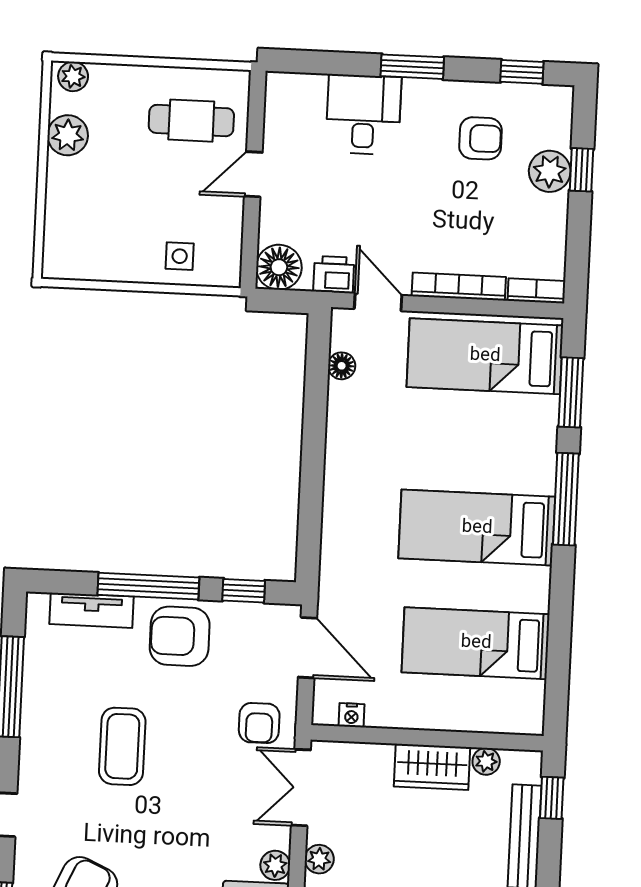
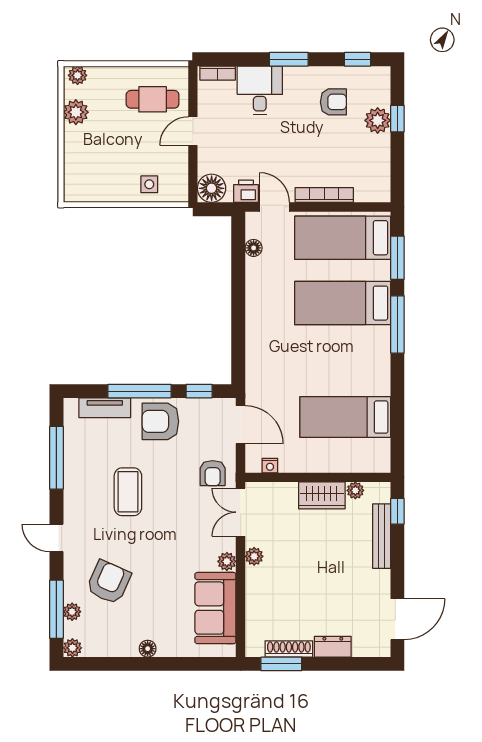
bookcase: (536, 291) -> (218, 73), moved, turned 180
bed: (477, 528) -> (343, 303), moved

